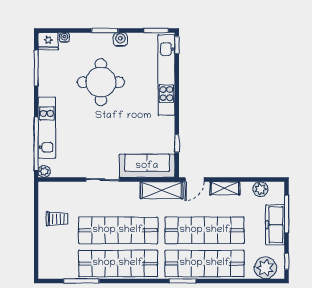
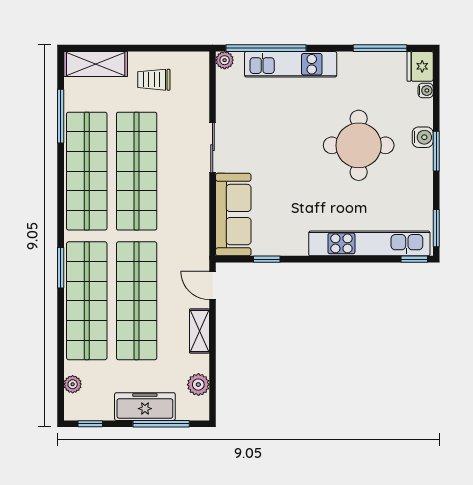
water cooler: (120, 39) -> (423, 137), moved
shelving: (162, 190) -> (96, 64), moved, turned 90
trolley: (57, 219) -> (154, 80), turned 90
plant: (265, 268) -> (73, 384), width x0.53, depth x0.53

